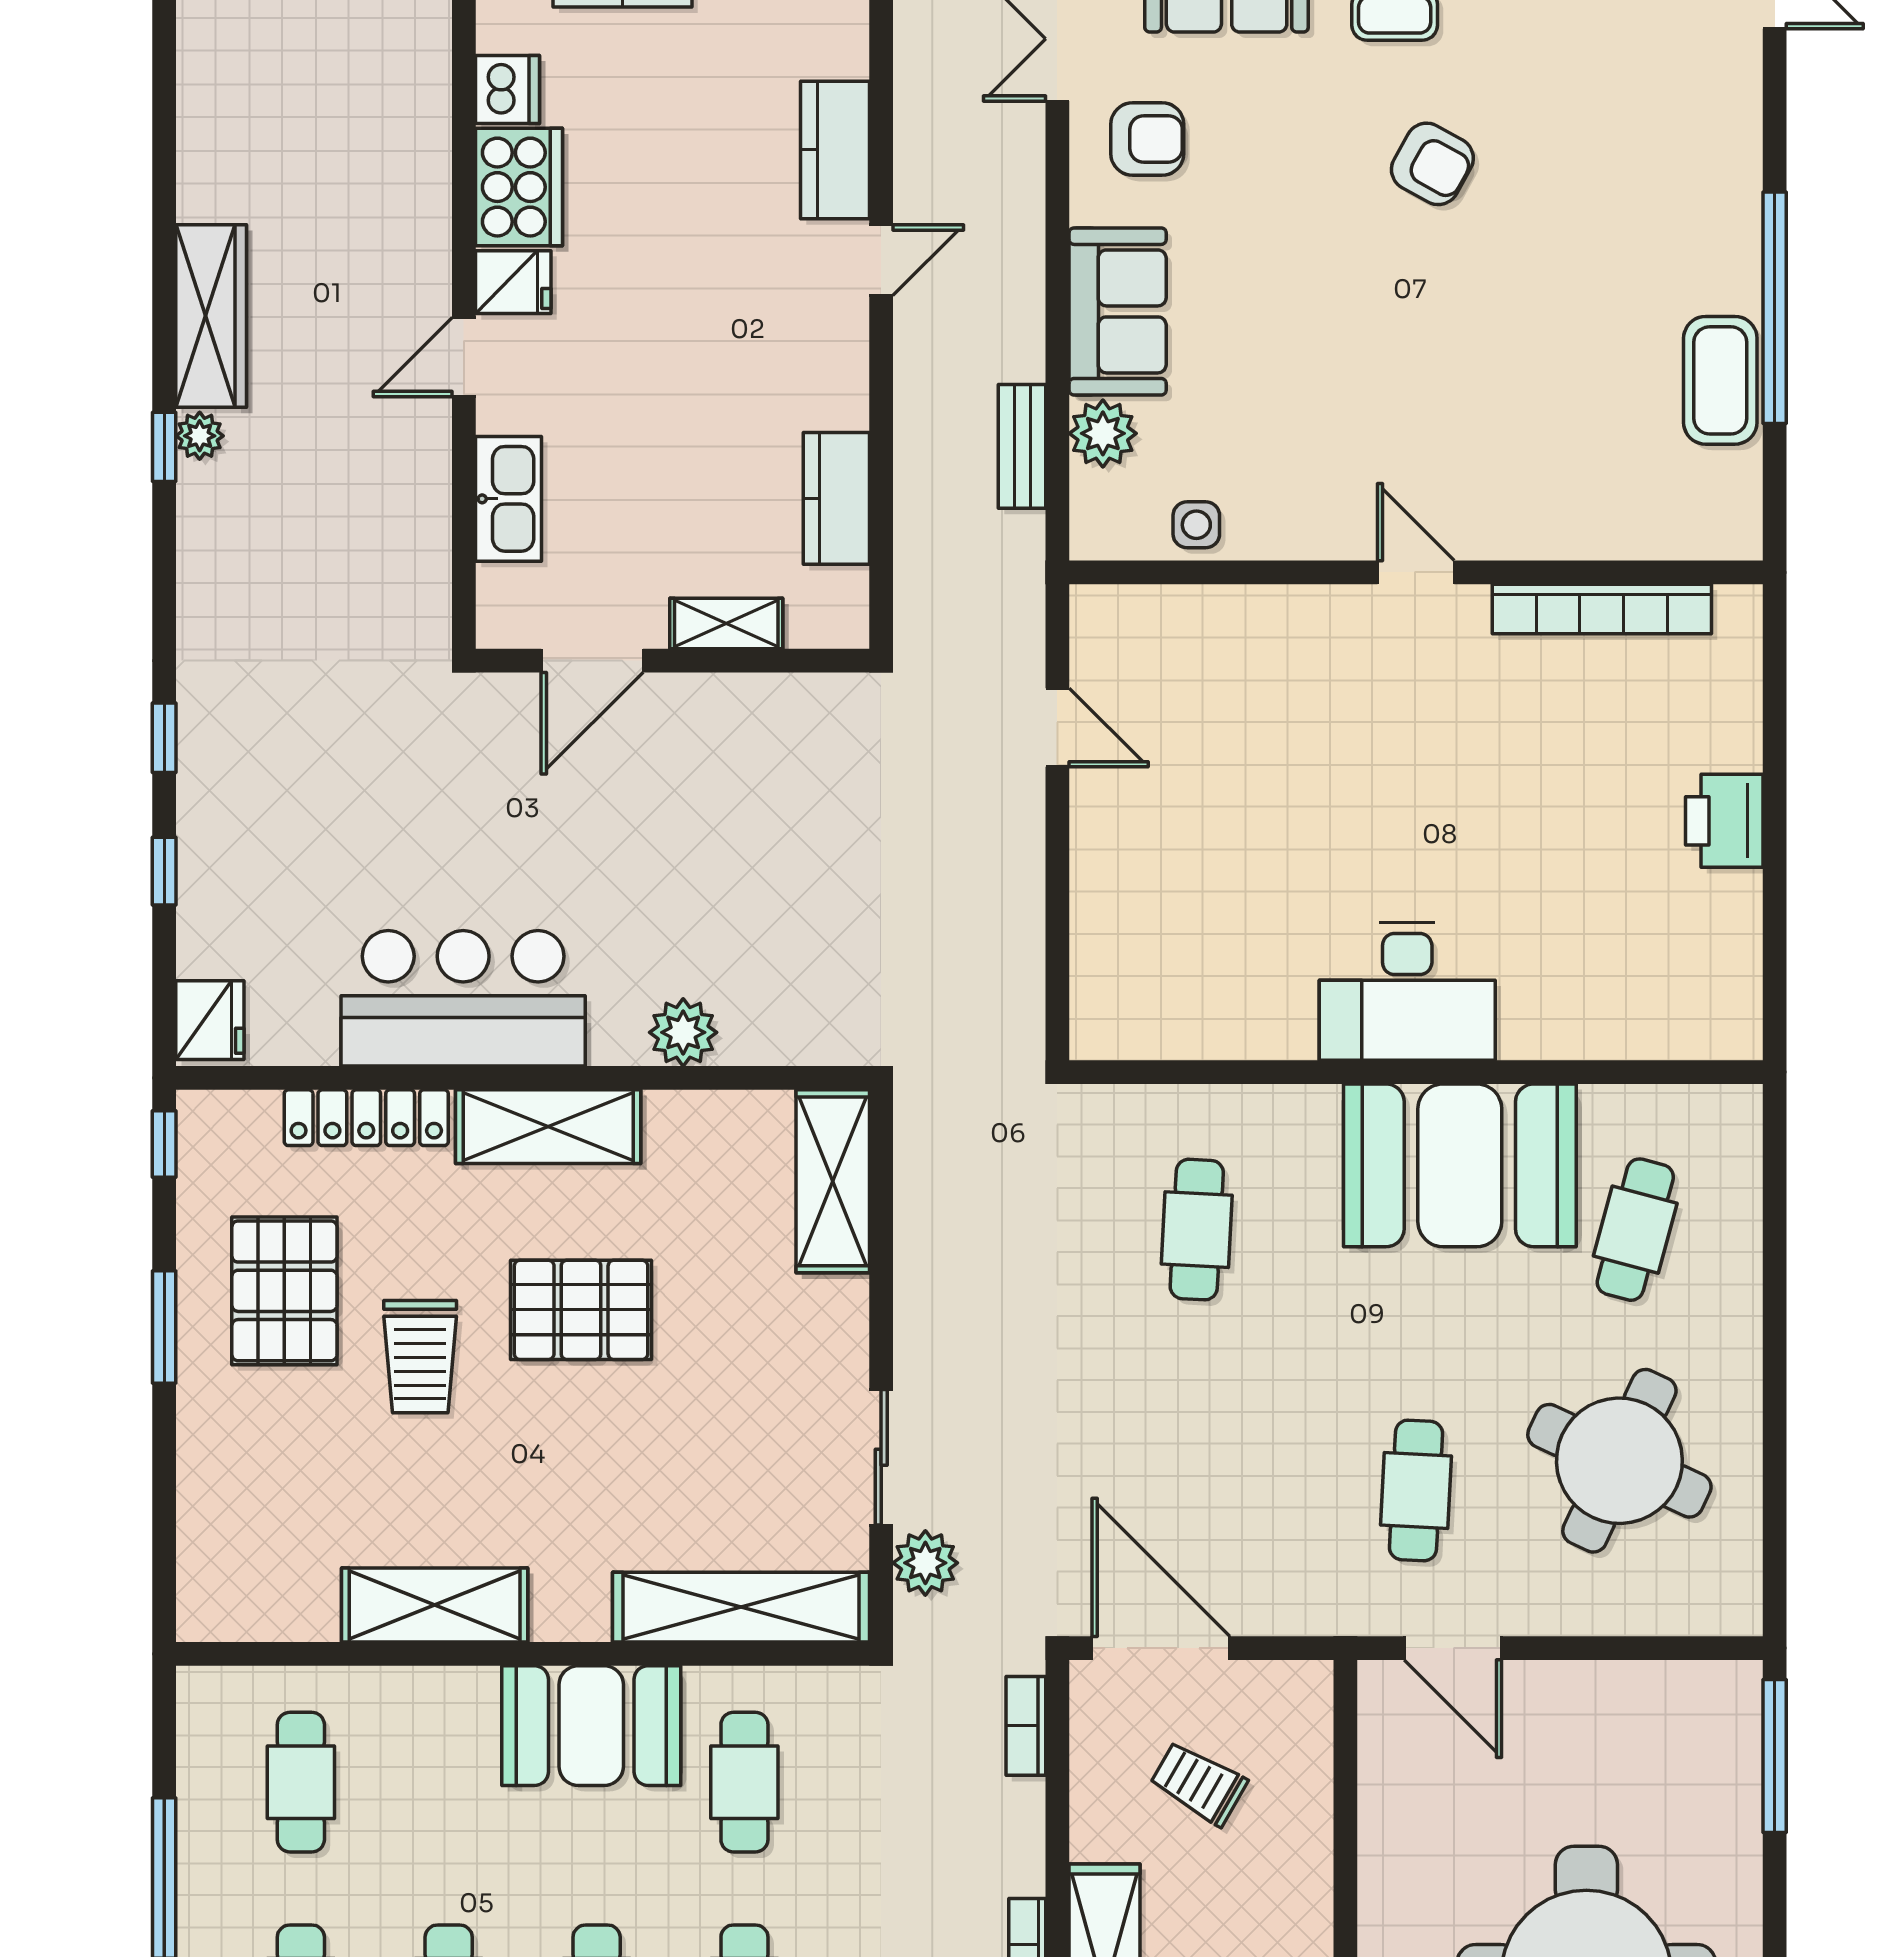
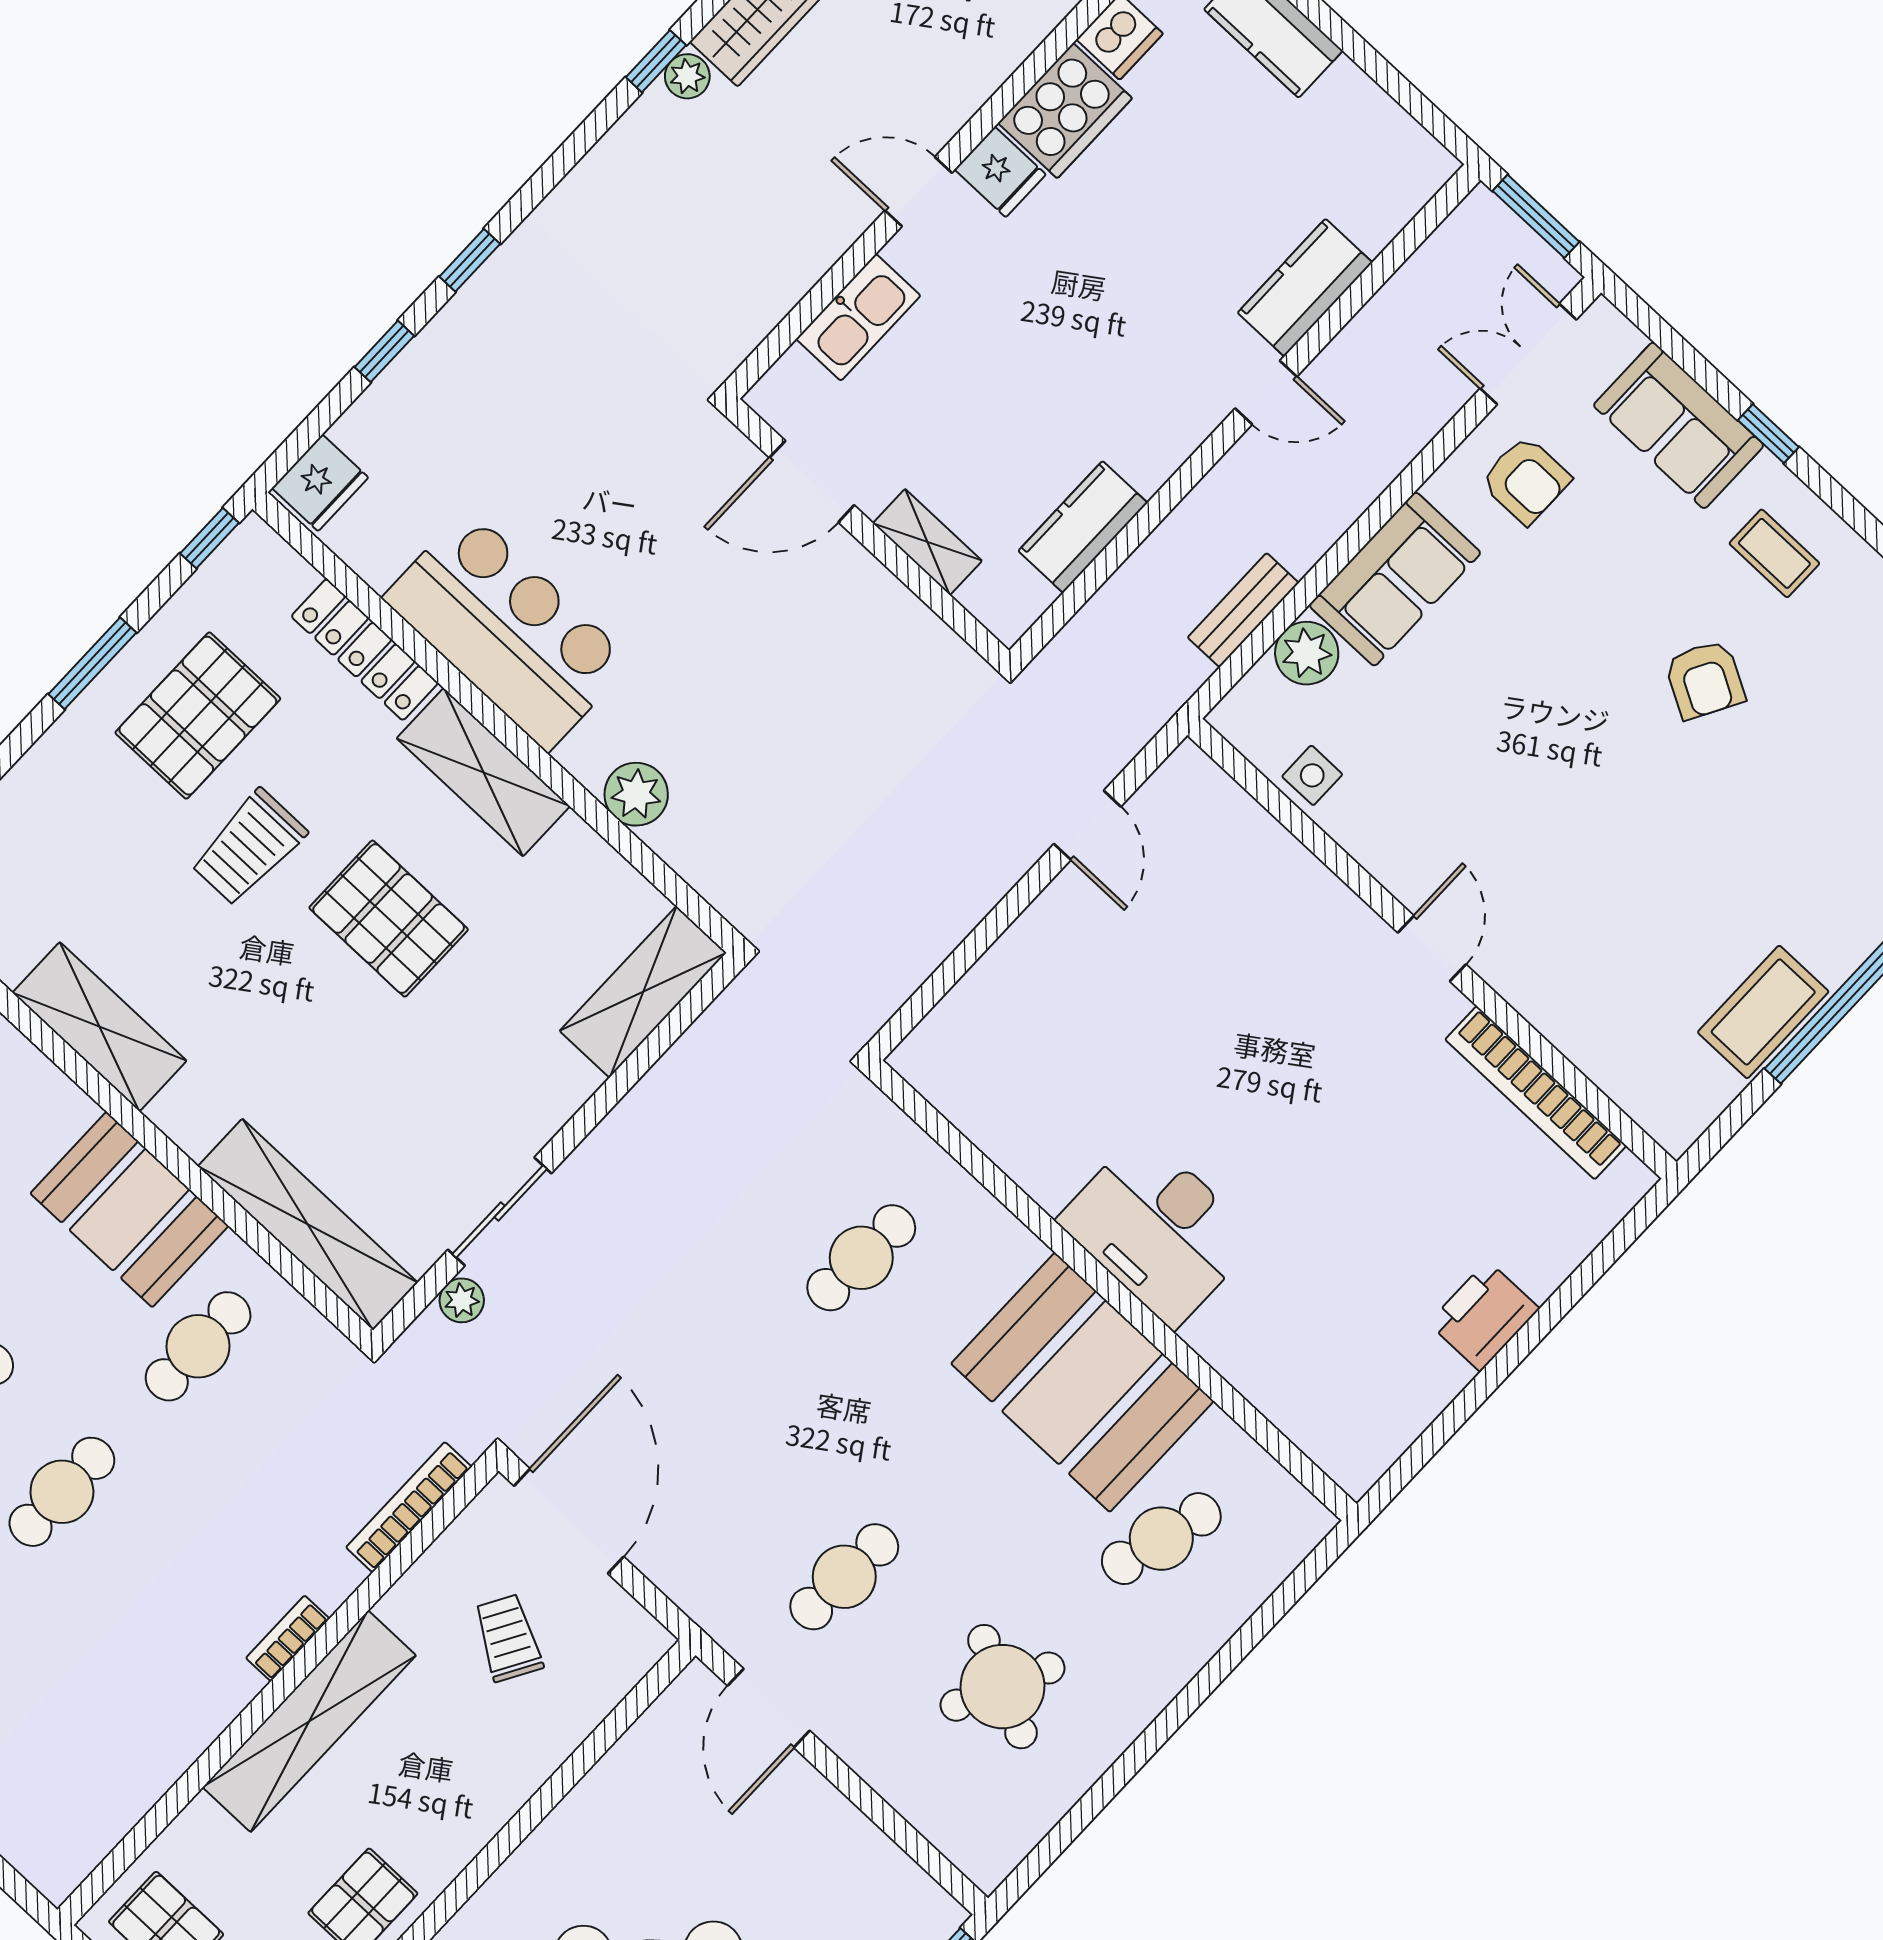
round table: (1619, 1461) -> (1002, 1687), width x0.73, depth x0.73
plant: (925, 1563) -> (462, 1300), width x0.73, depth x0.73
bookcase: (1026, 1726) -> (409, 1507), width x1.56

